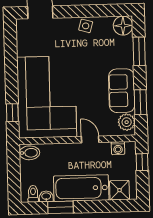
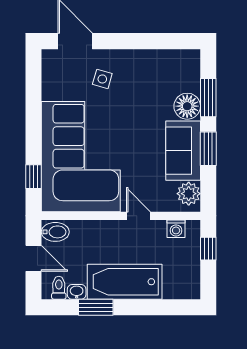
side table: (86, 26) -> (102, 79), moved
floor lamp: (123, 26) -> (187, 106), moved
window: (140, 102) -> (208, 149), moved
door: (14, 173) -> (33, 258), added
shower: (119, 190) -> (177, 286), removed

